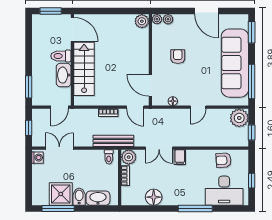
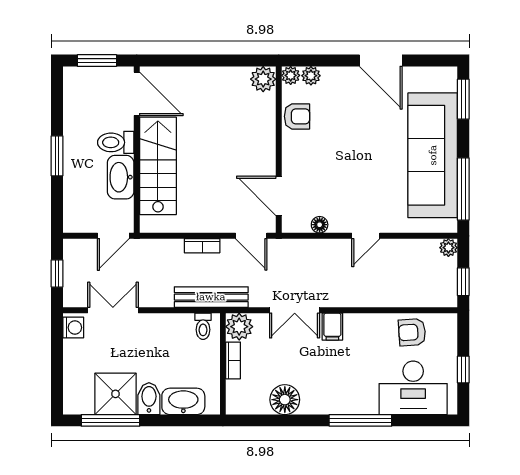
armchair: (178, 57) -> (297, 116), moved, turned 90
window: (29, 87) -> (57, 156), moved
plant: (239, 118) -> (448, 248), width x0.53, depth x0.53

